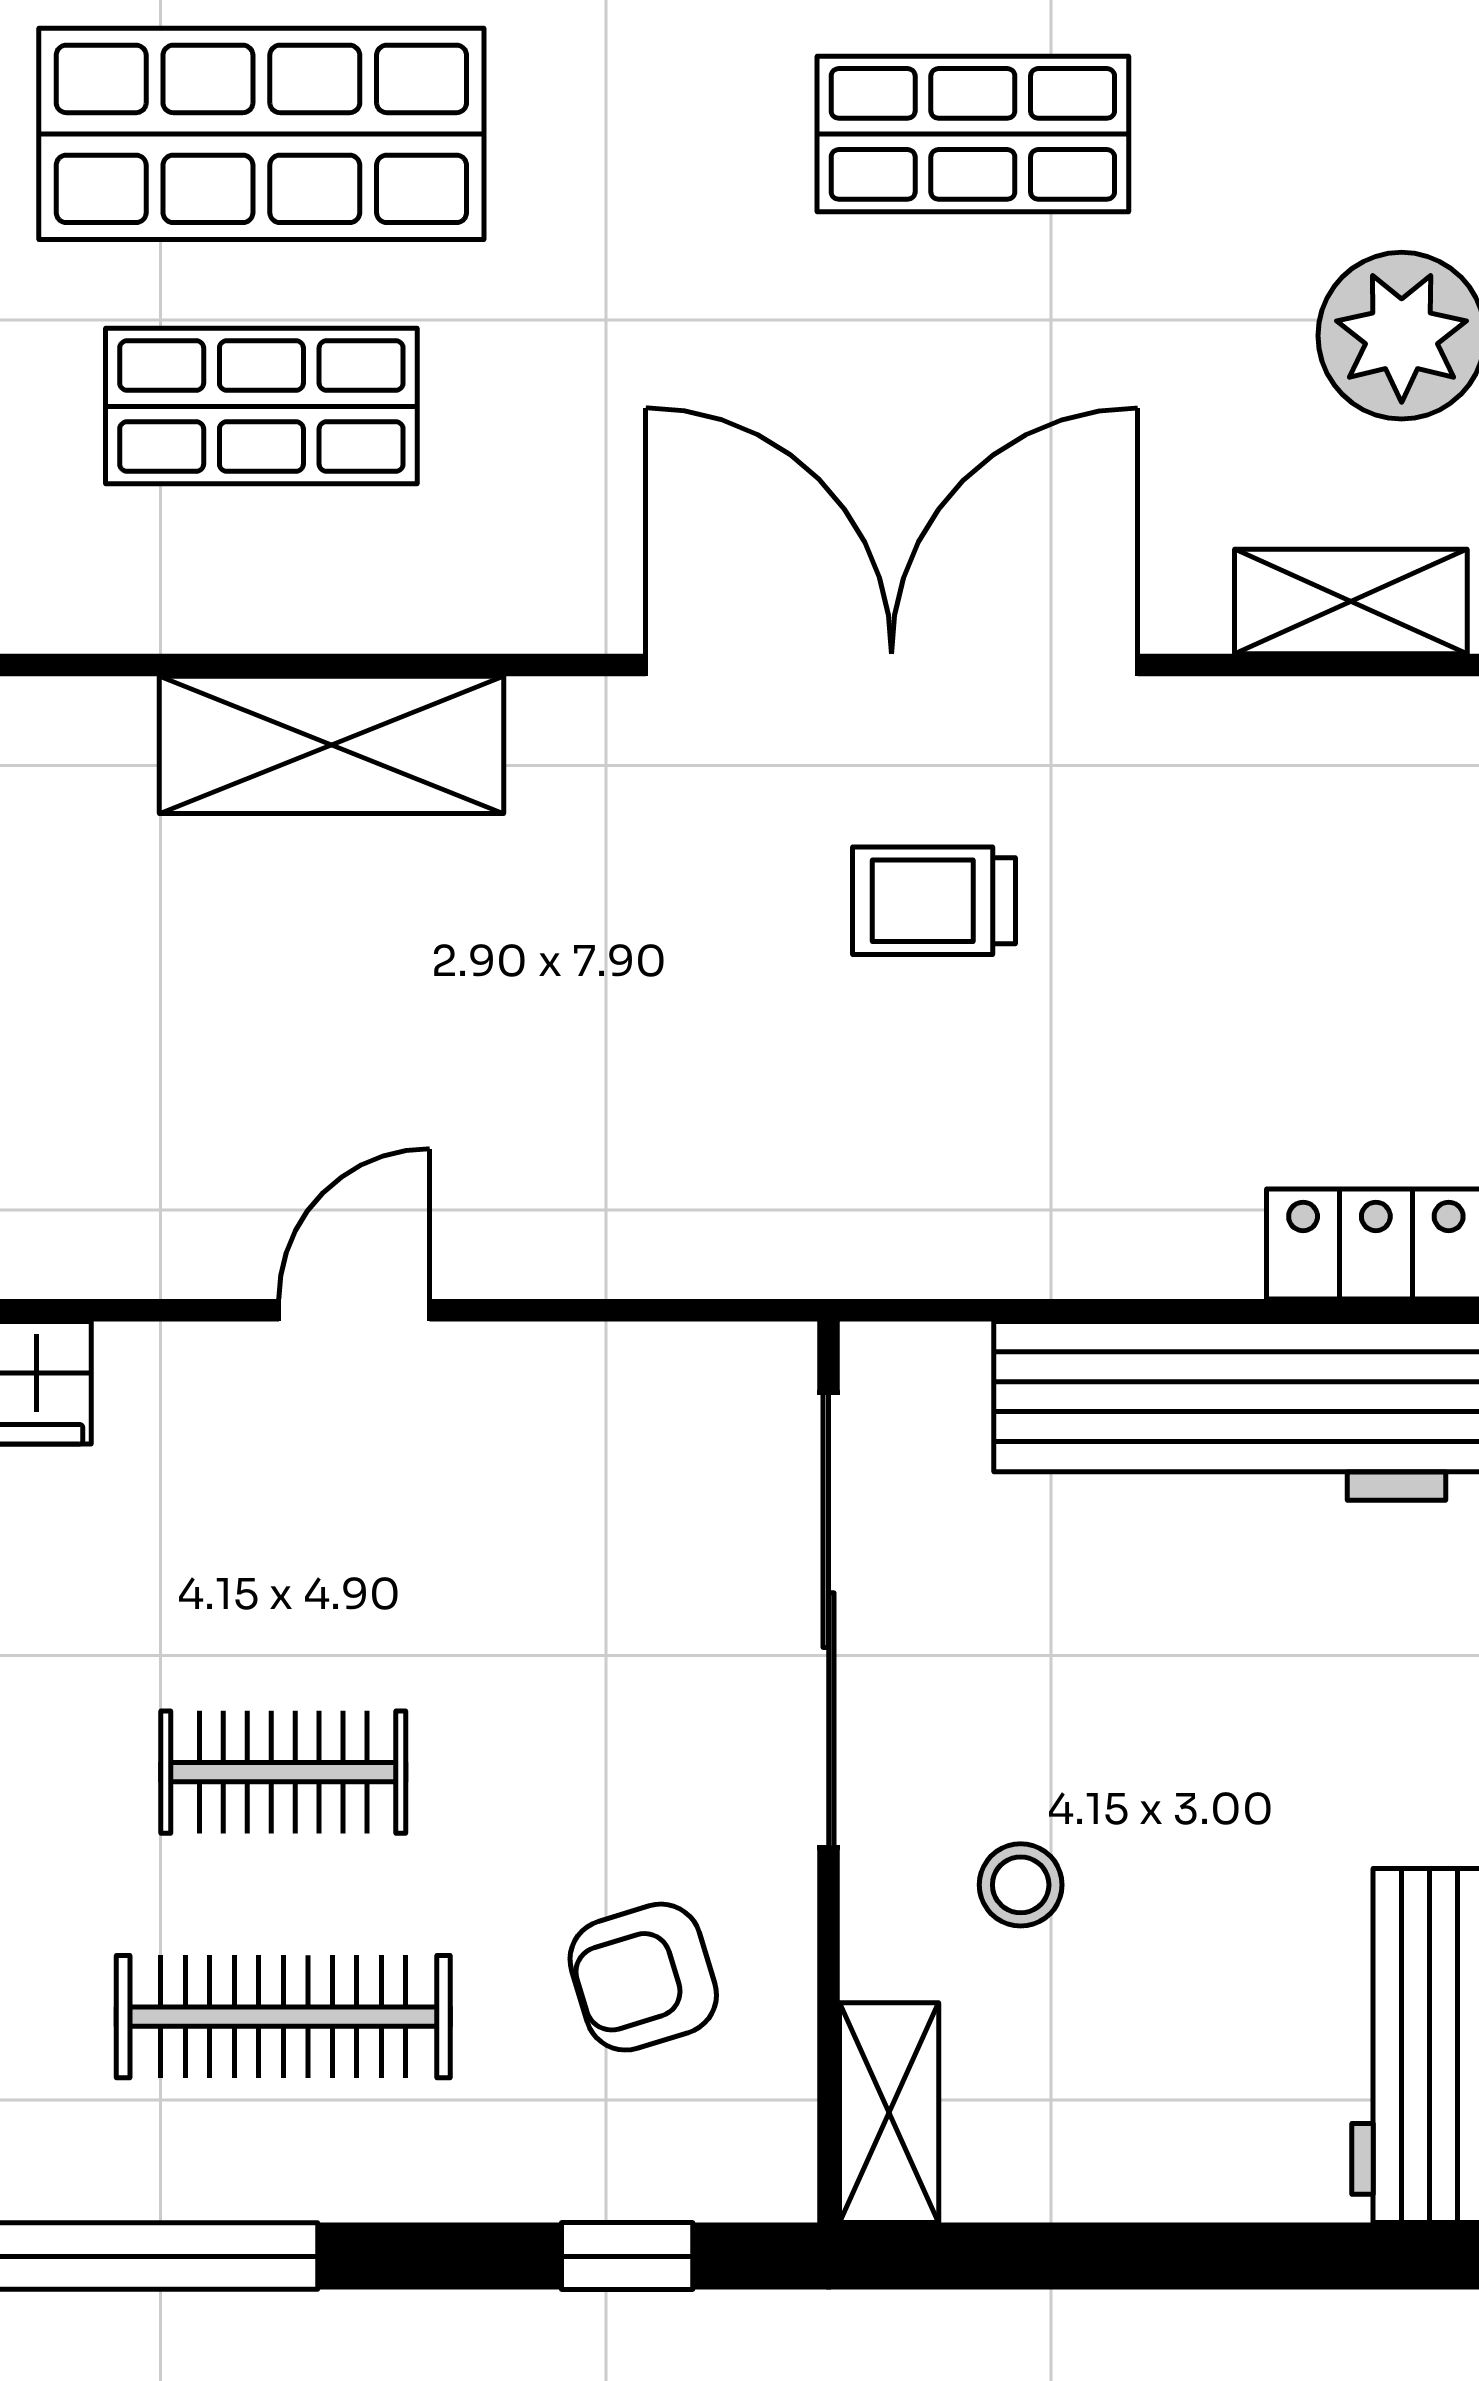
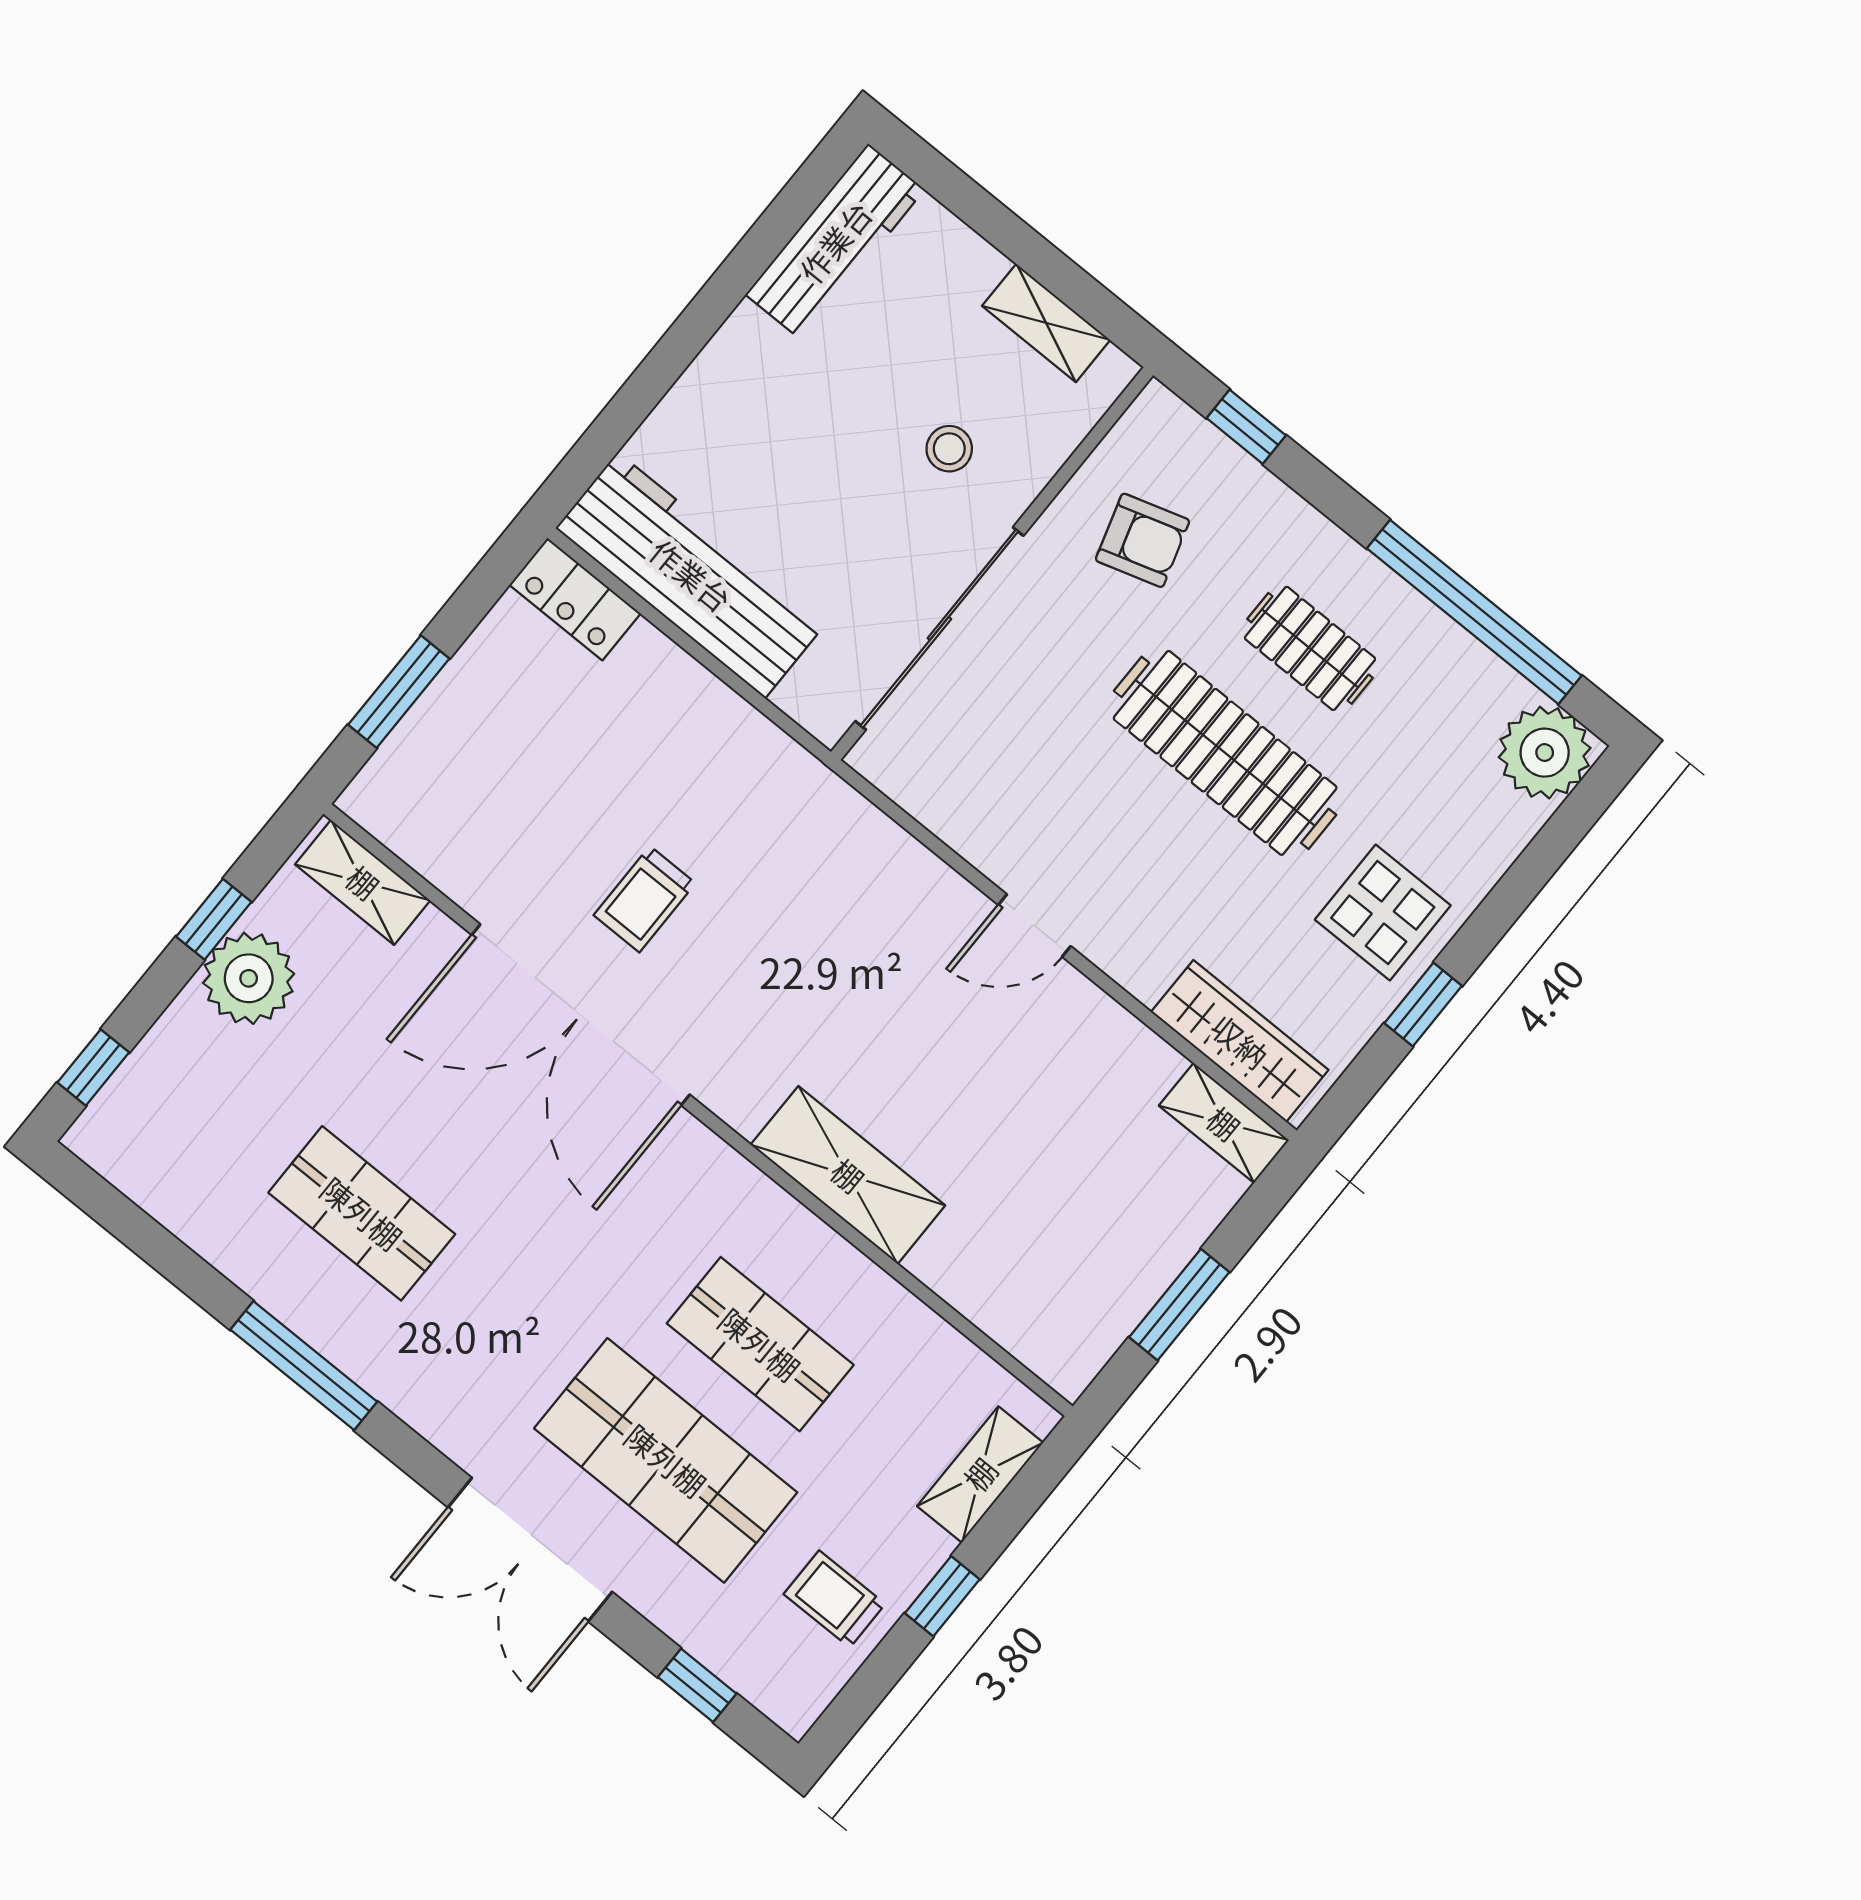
trolley: (934, 901) -> (645, 899), turned 90
clothes rail: (283, 1772) -> (1225, 753), width x1.86, depth x1.31
clothes rail: (283, 2017) -> (1310, 648), width x0.73
shelving: (889, 2113) -> (1046, 323), moved, turned 90

